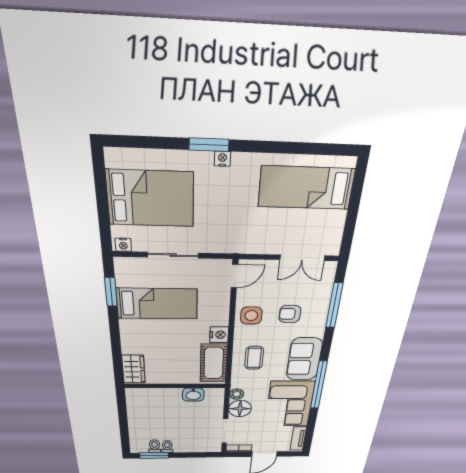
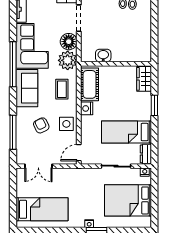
double door: (302, 258) -> (38, 166), swing flipped
dresser: (123, 272) -> (146, 154), added
window: (111, 292) -> (154, 105), moved
armchair: (290, 314) -> (41, 125), turned -116
plant: (237, 394) -> (68, 60), width x1.88, depth x1.88

